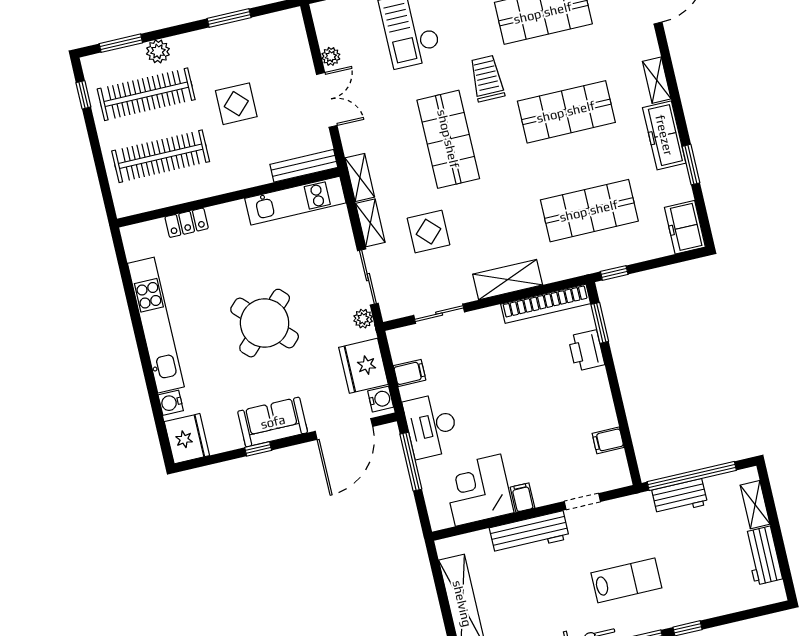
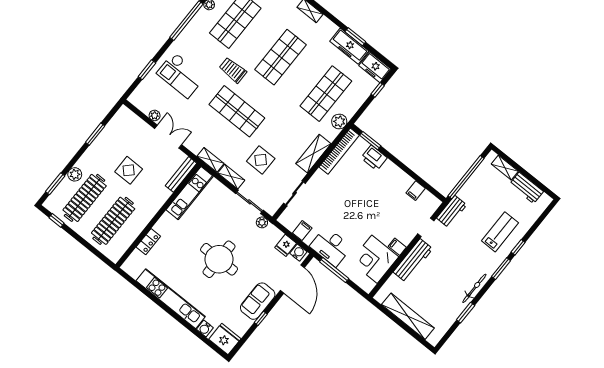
freezer: (664, 135) -> (349, 46), moved
plant: (578, 263) -> (339, 122), added
window: (614, 273) -> (378, 90), moved
round table: (265, 323) -> (219, 259), turned 45
fridge: (363, 366) -> (286, 245), width x0.53, depth x0.75
workbench: (680, 497) -> (452, 212), moved
lab bench: (626, 580) -> (500, 232), moved

